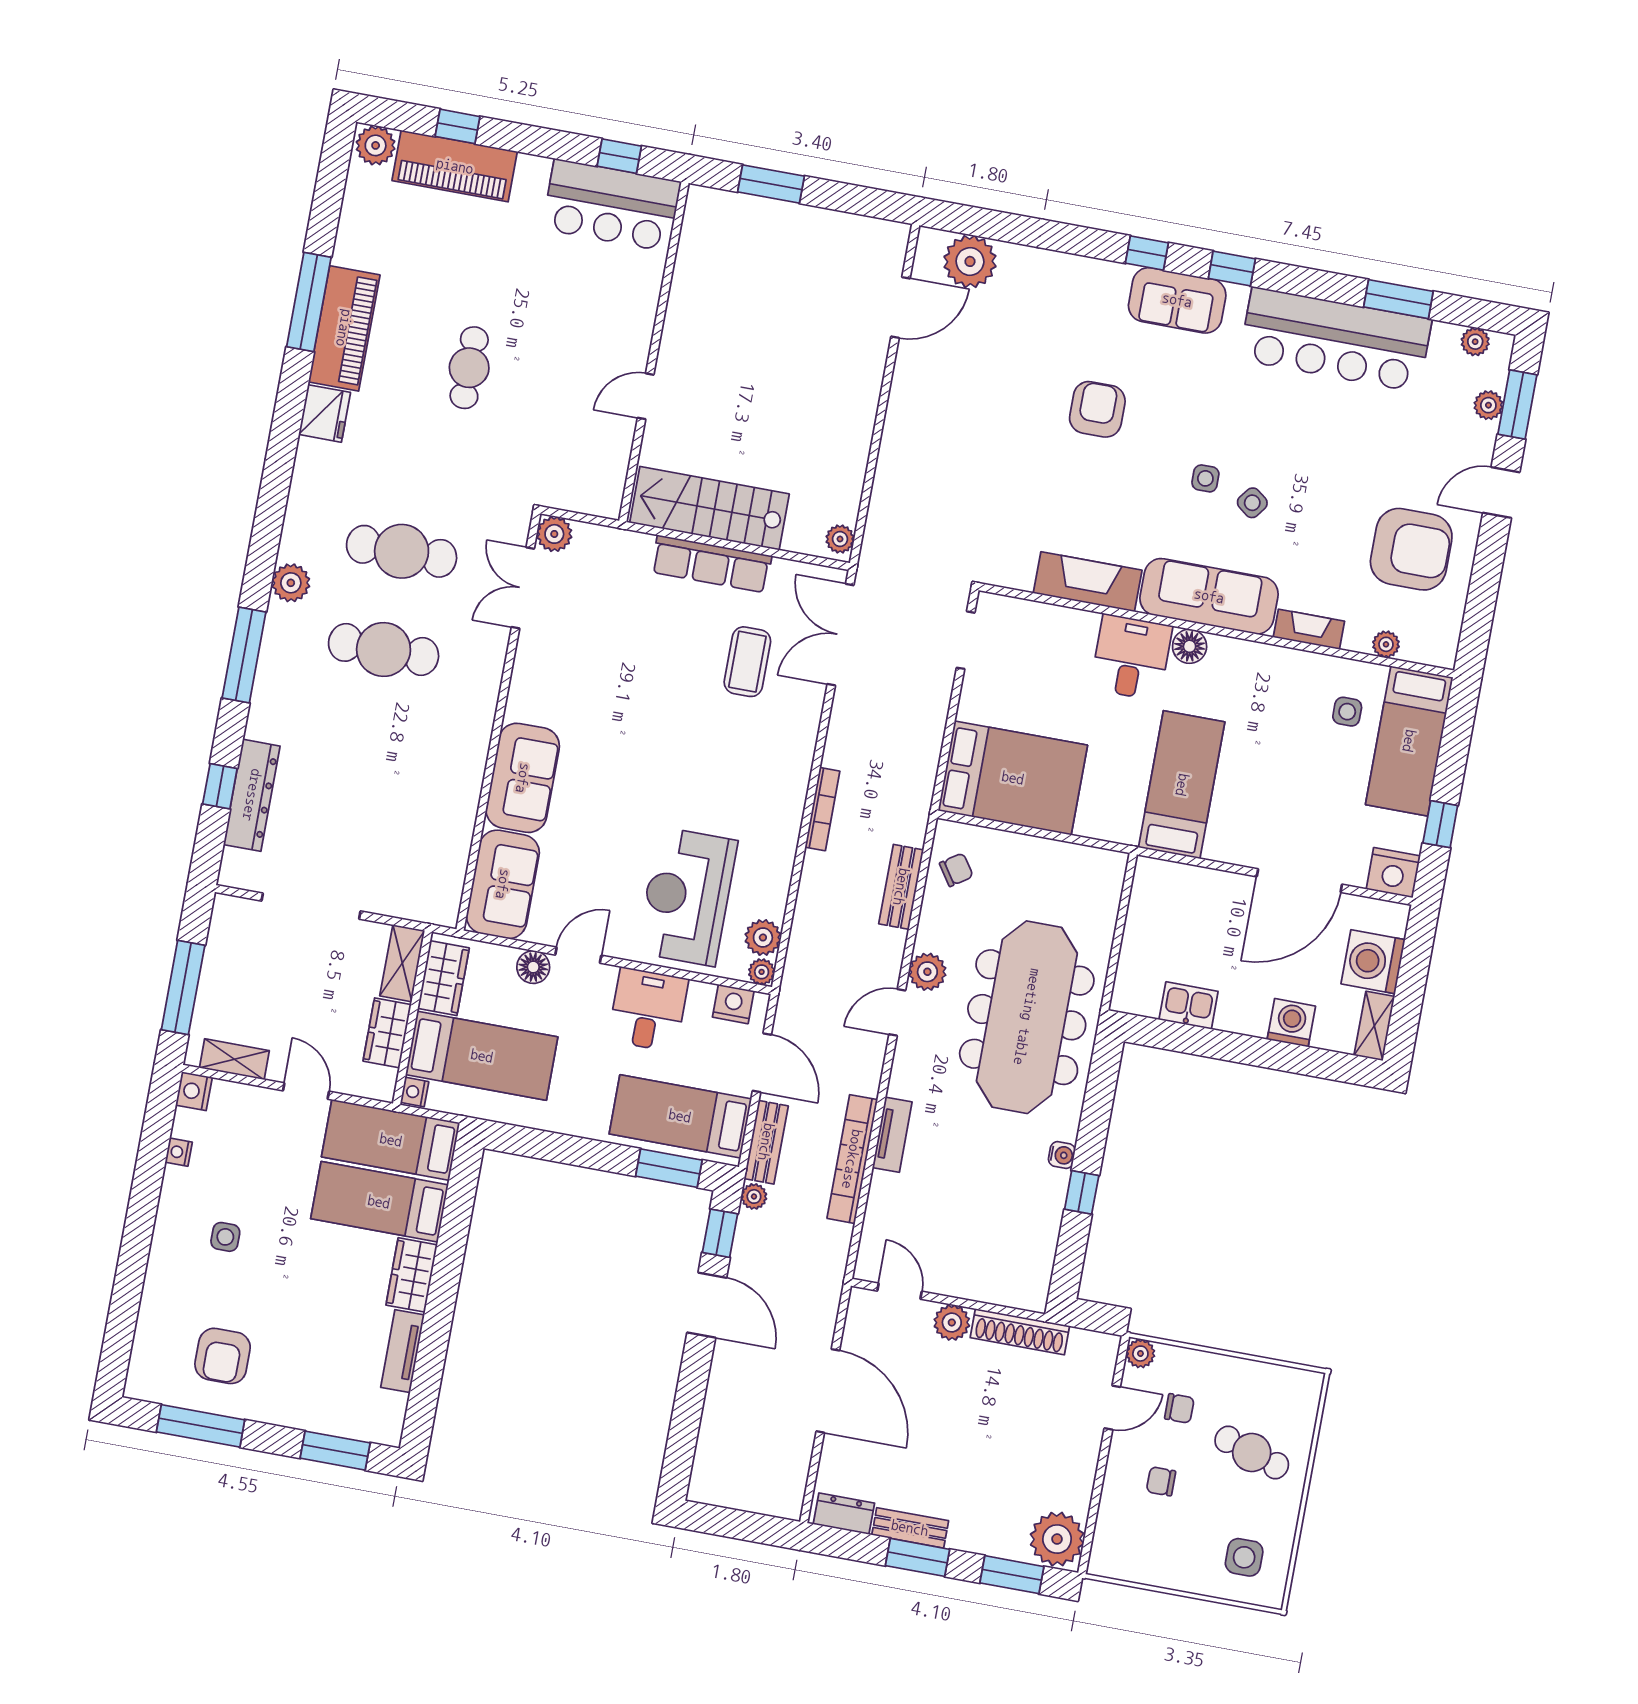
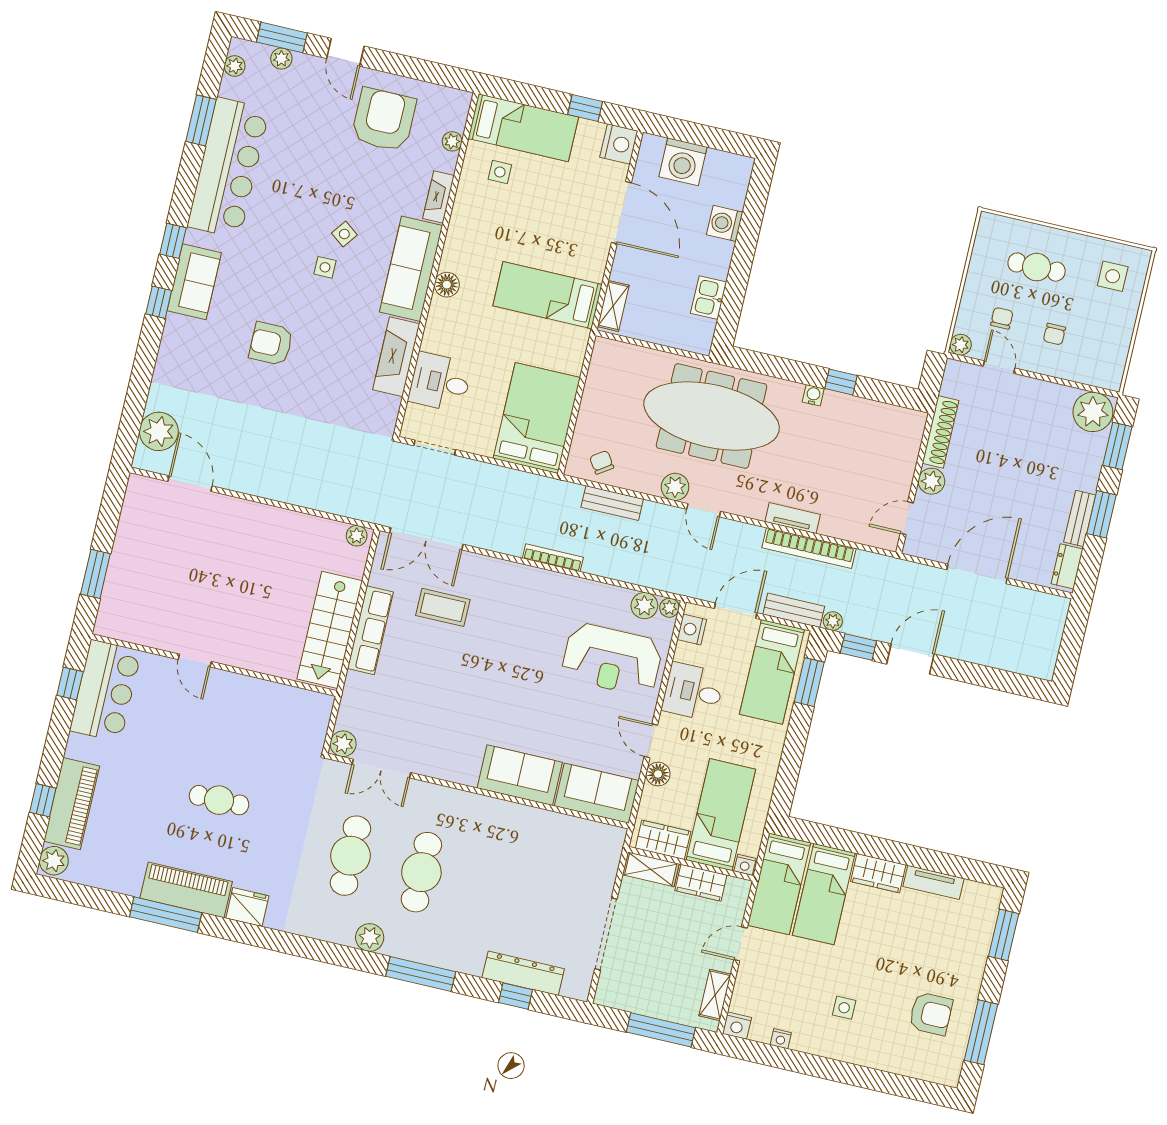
door: (646, 396) -> (195, 661), moved
desk: (1131, 657) -> (440, 382), moved
shelving: (1374, 1026) -> (613, 306), moved, turned 90
cafe table: (1252, 1453) -> (1037, 267), turned 72

